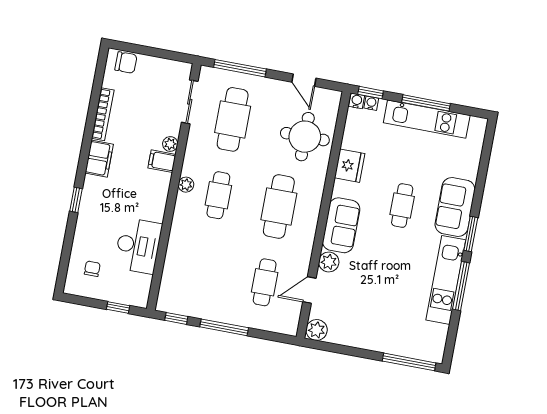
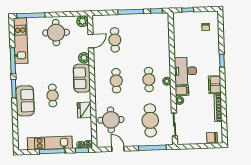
cafe table: (279, 206) -> (116, 81), width x0.73, depth x0.74
desk: (138, 246) -> (185, 71), moved
kitchen unit: (446, 280) -> (21, 41), moved
round table: (370, 320) -> (56, 33), added

